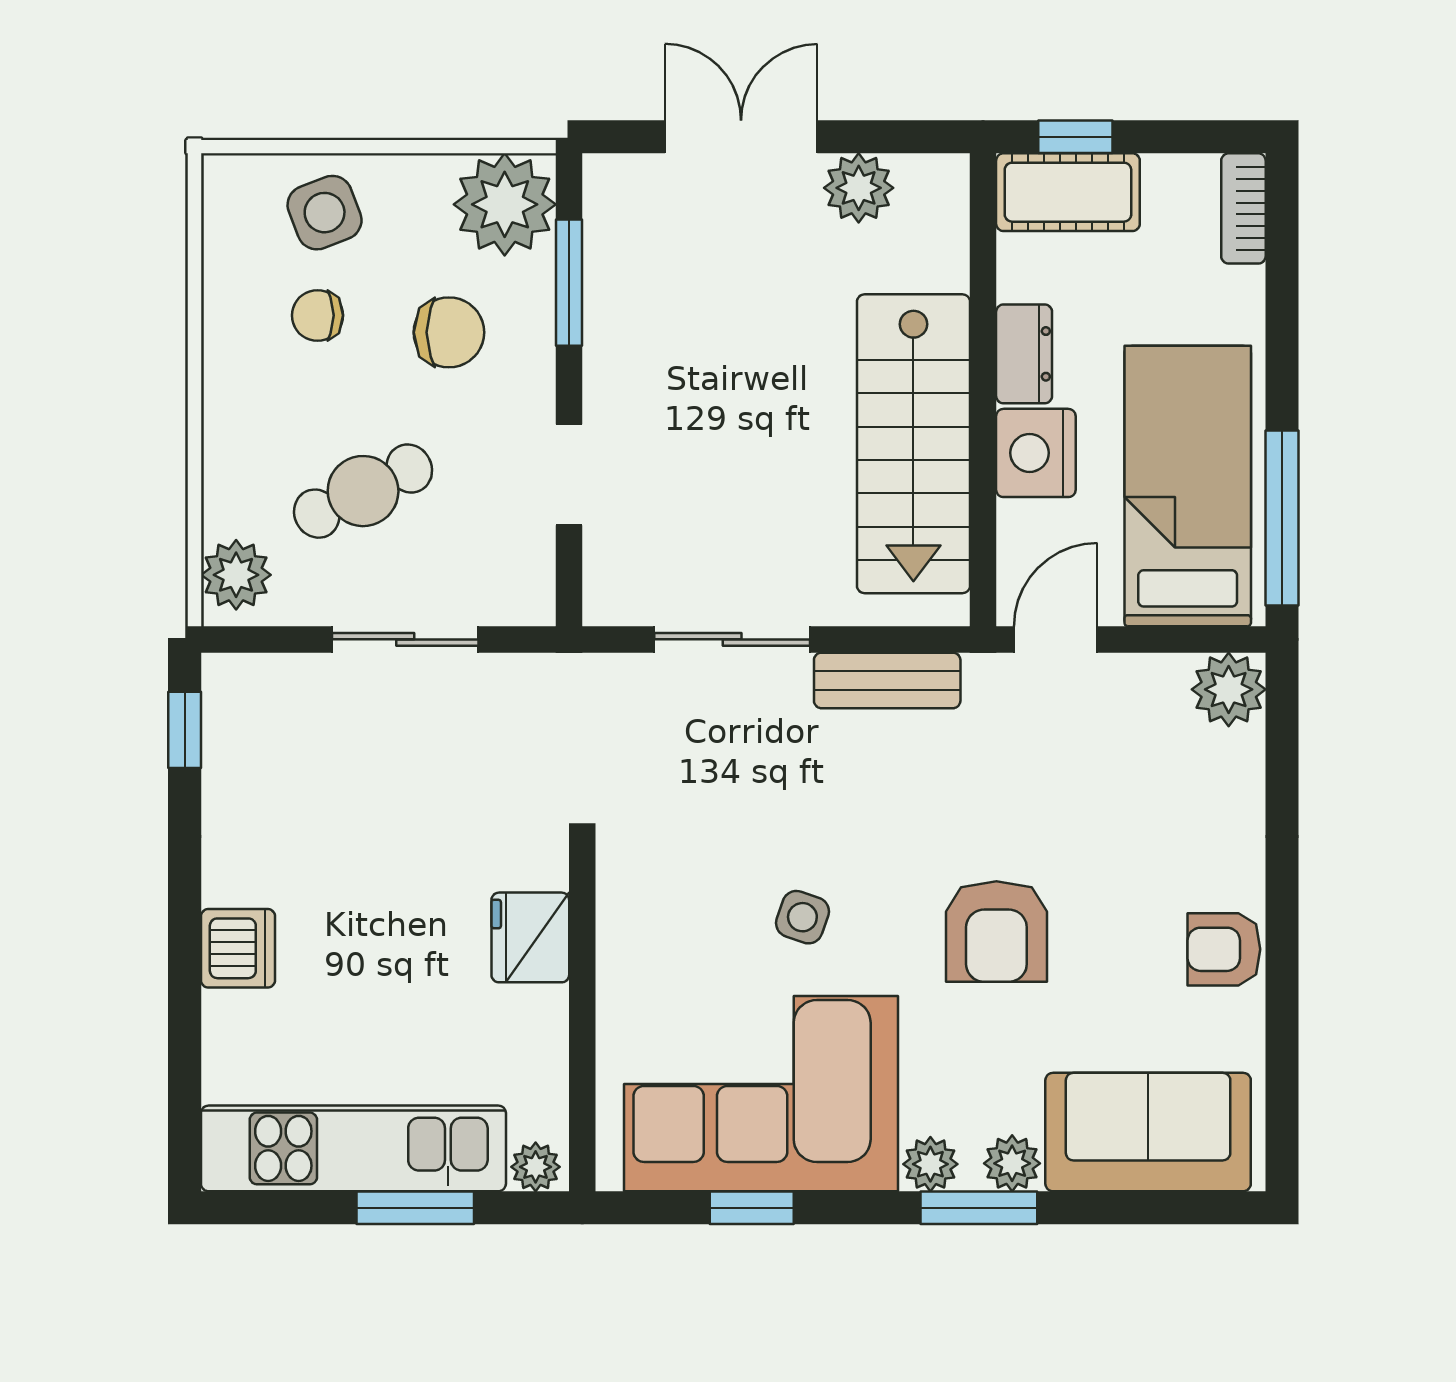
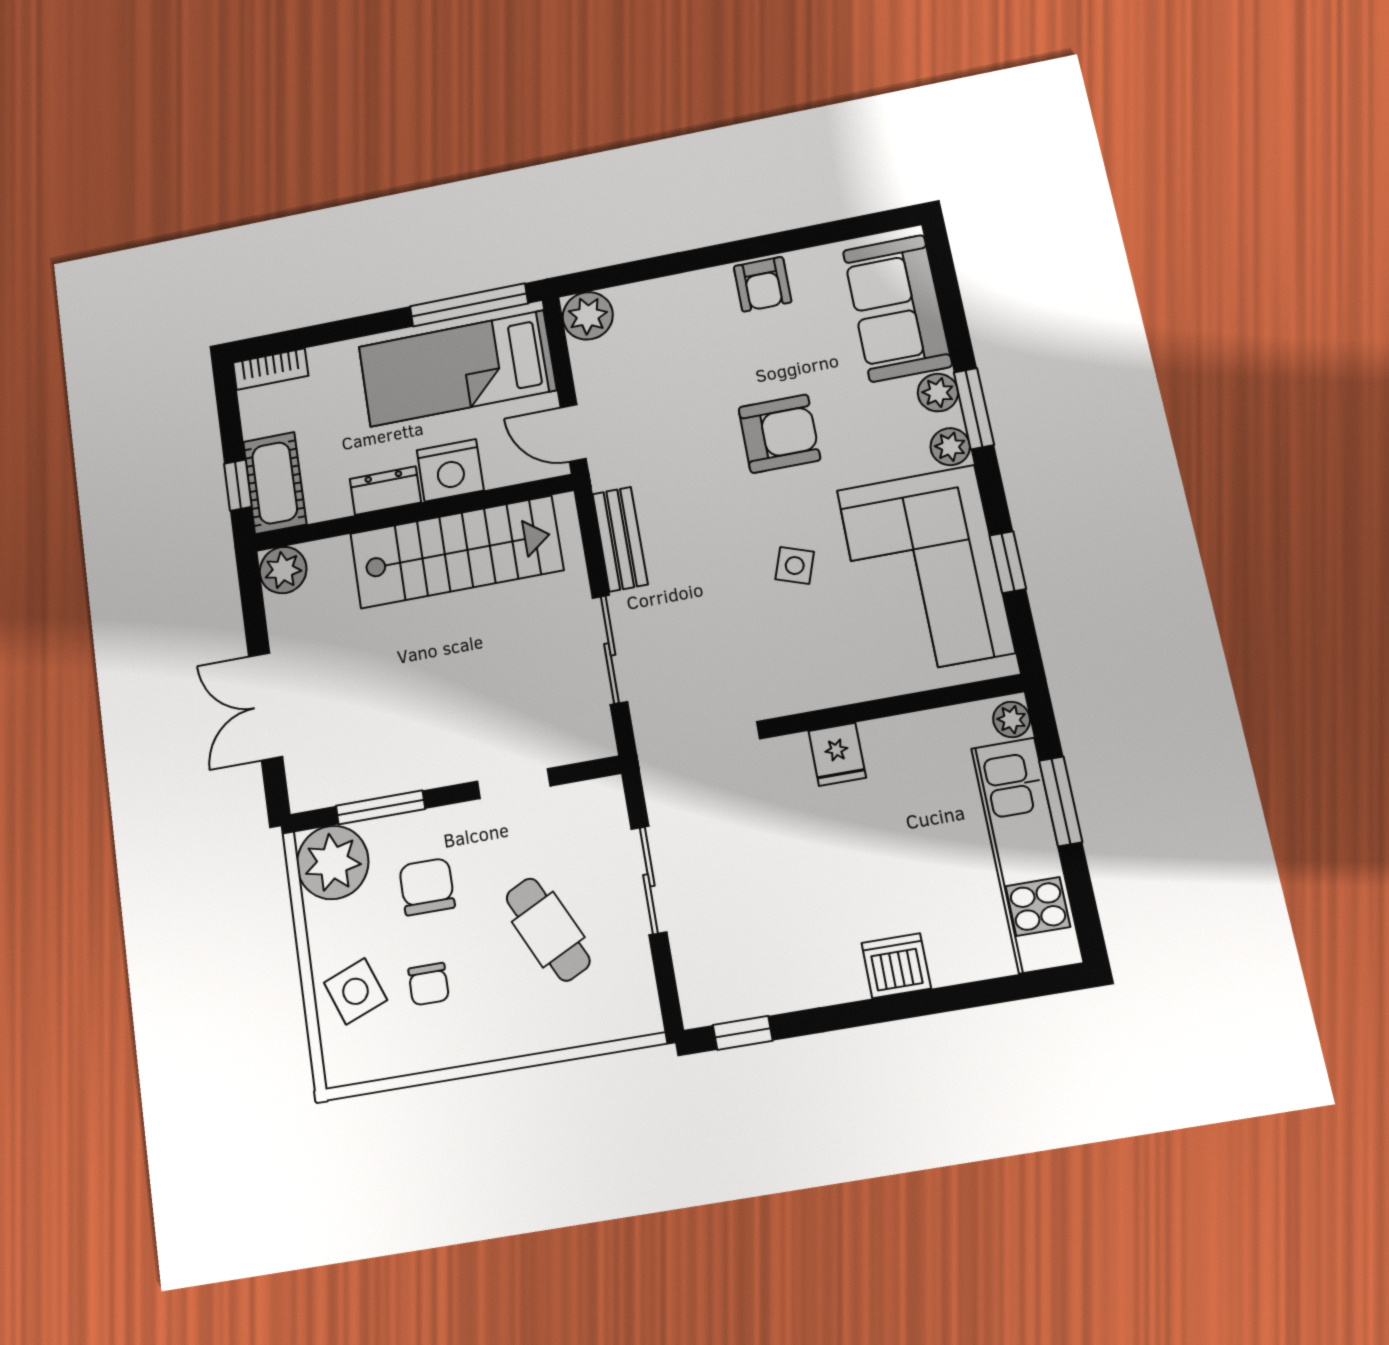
plant: (859, 188) -> (283, 570), moved
plant: (236, 575) -> (623, 1013), removed
fridge: (530, 937) -> (837, 754), width x0.72

